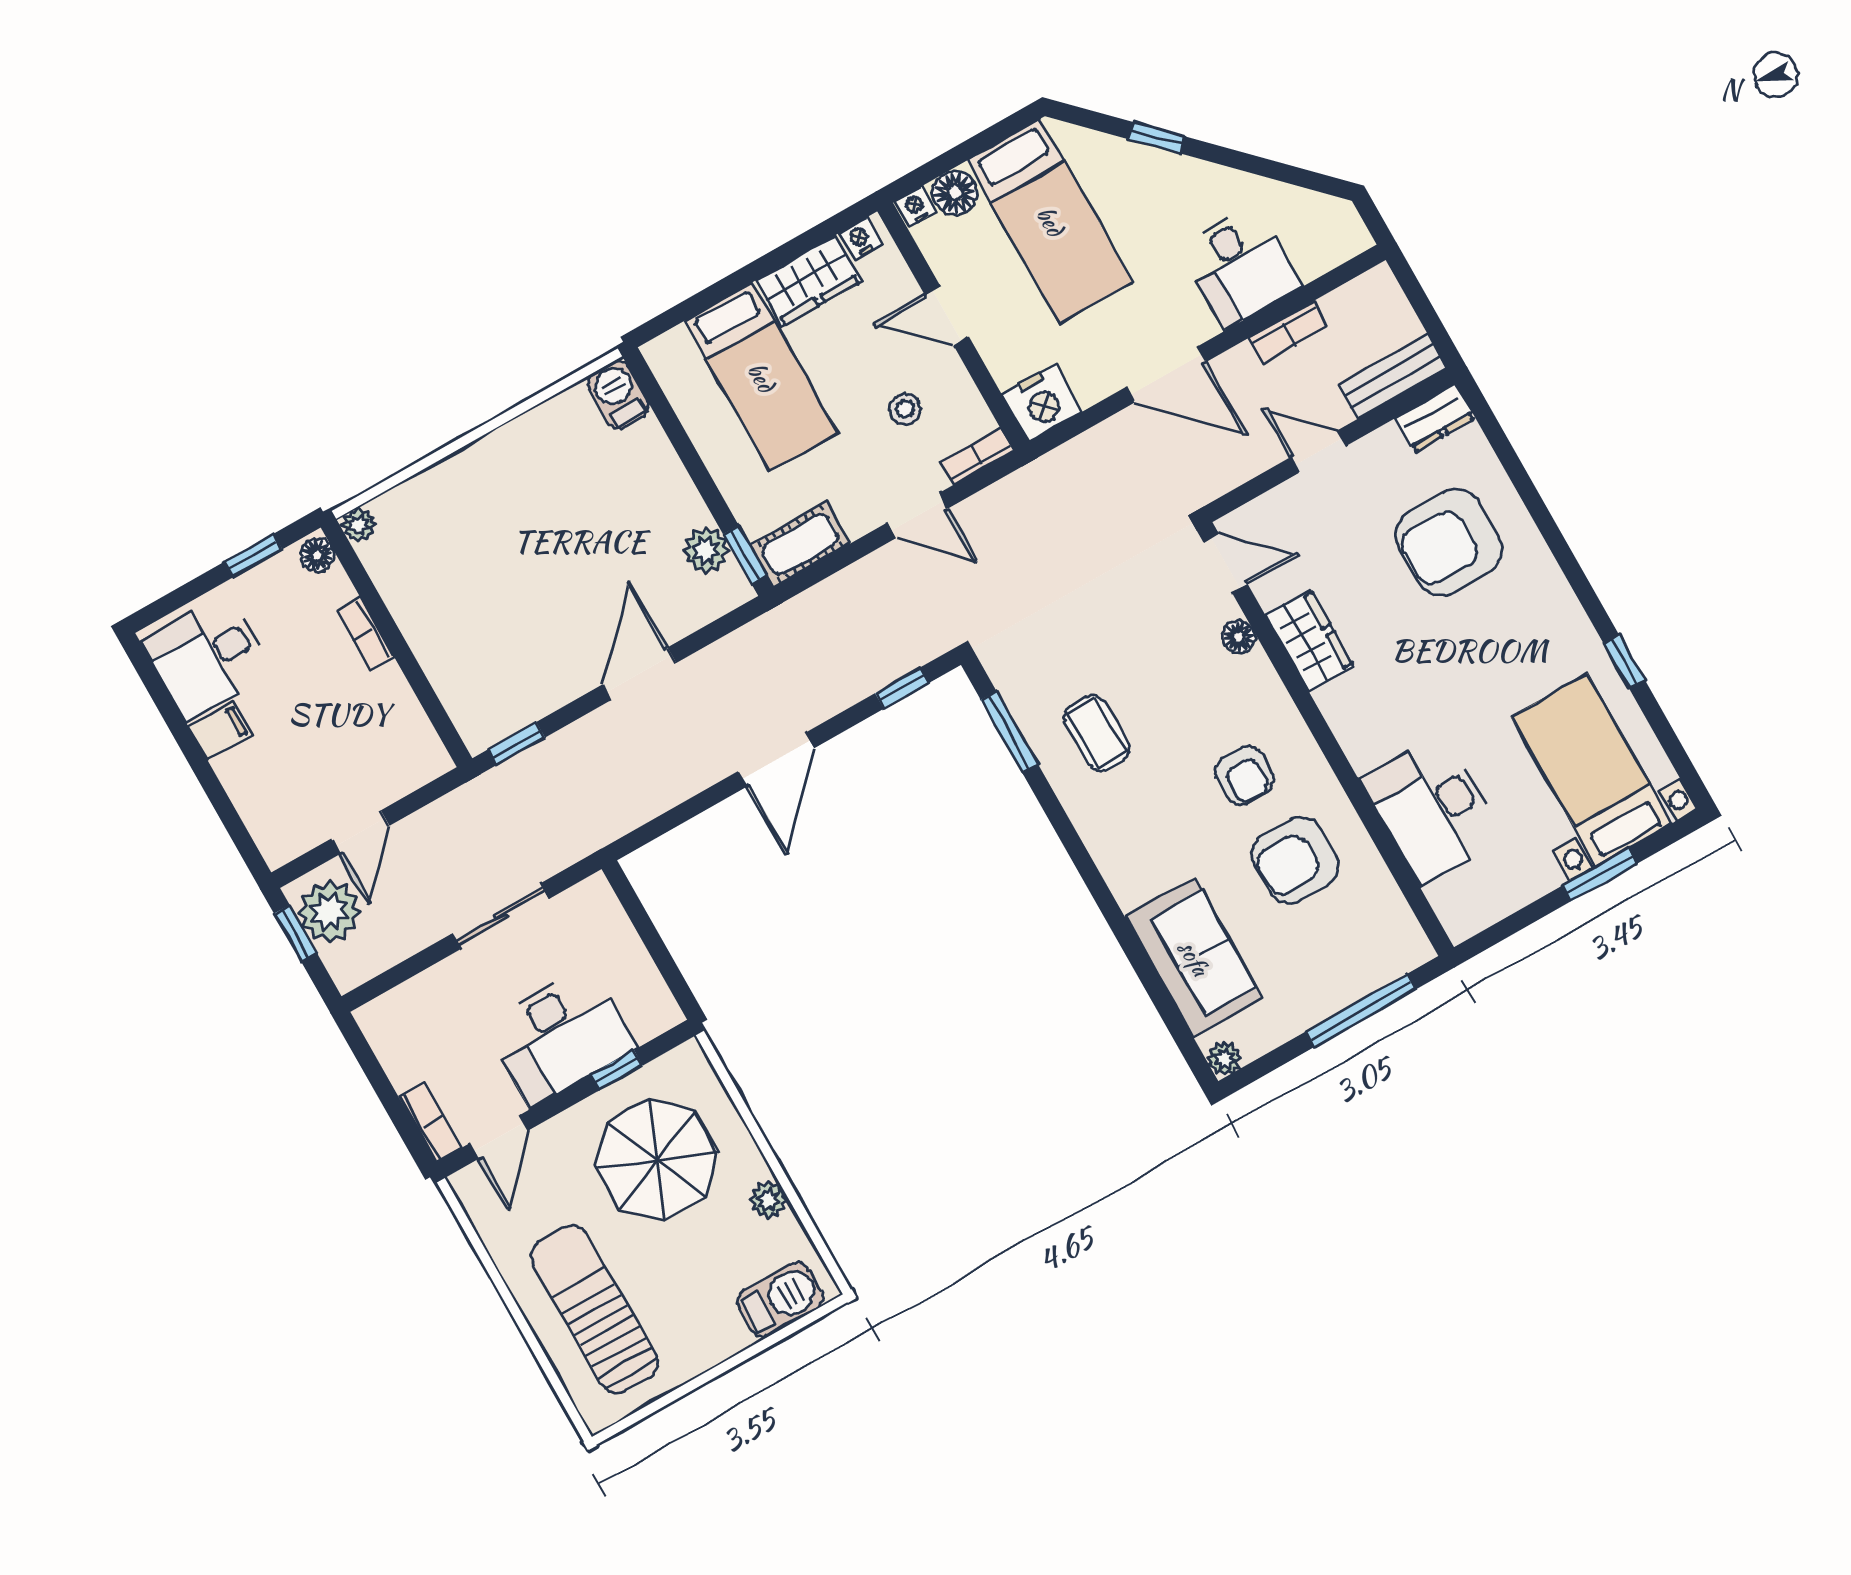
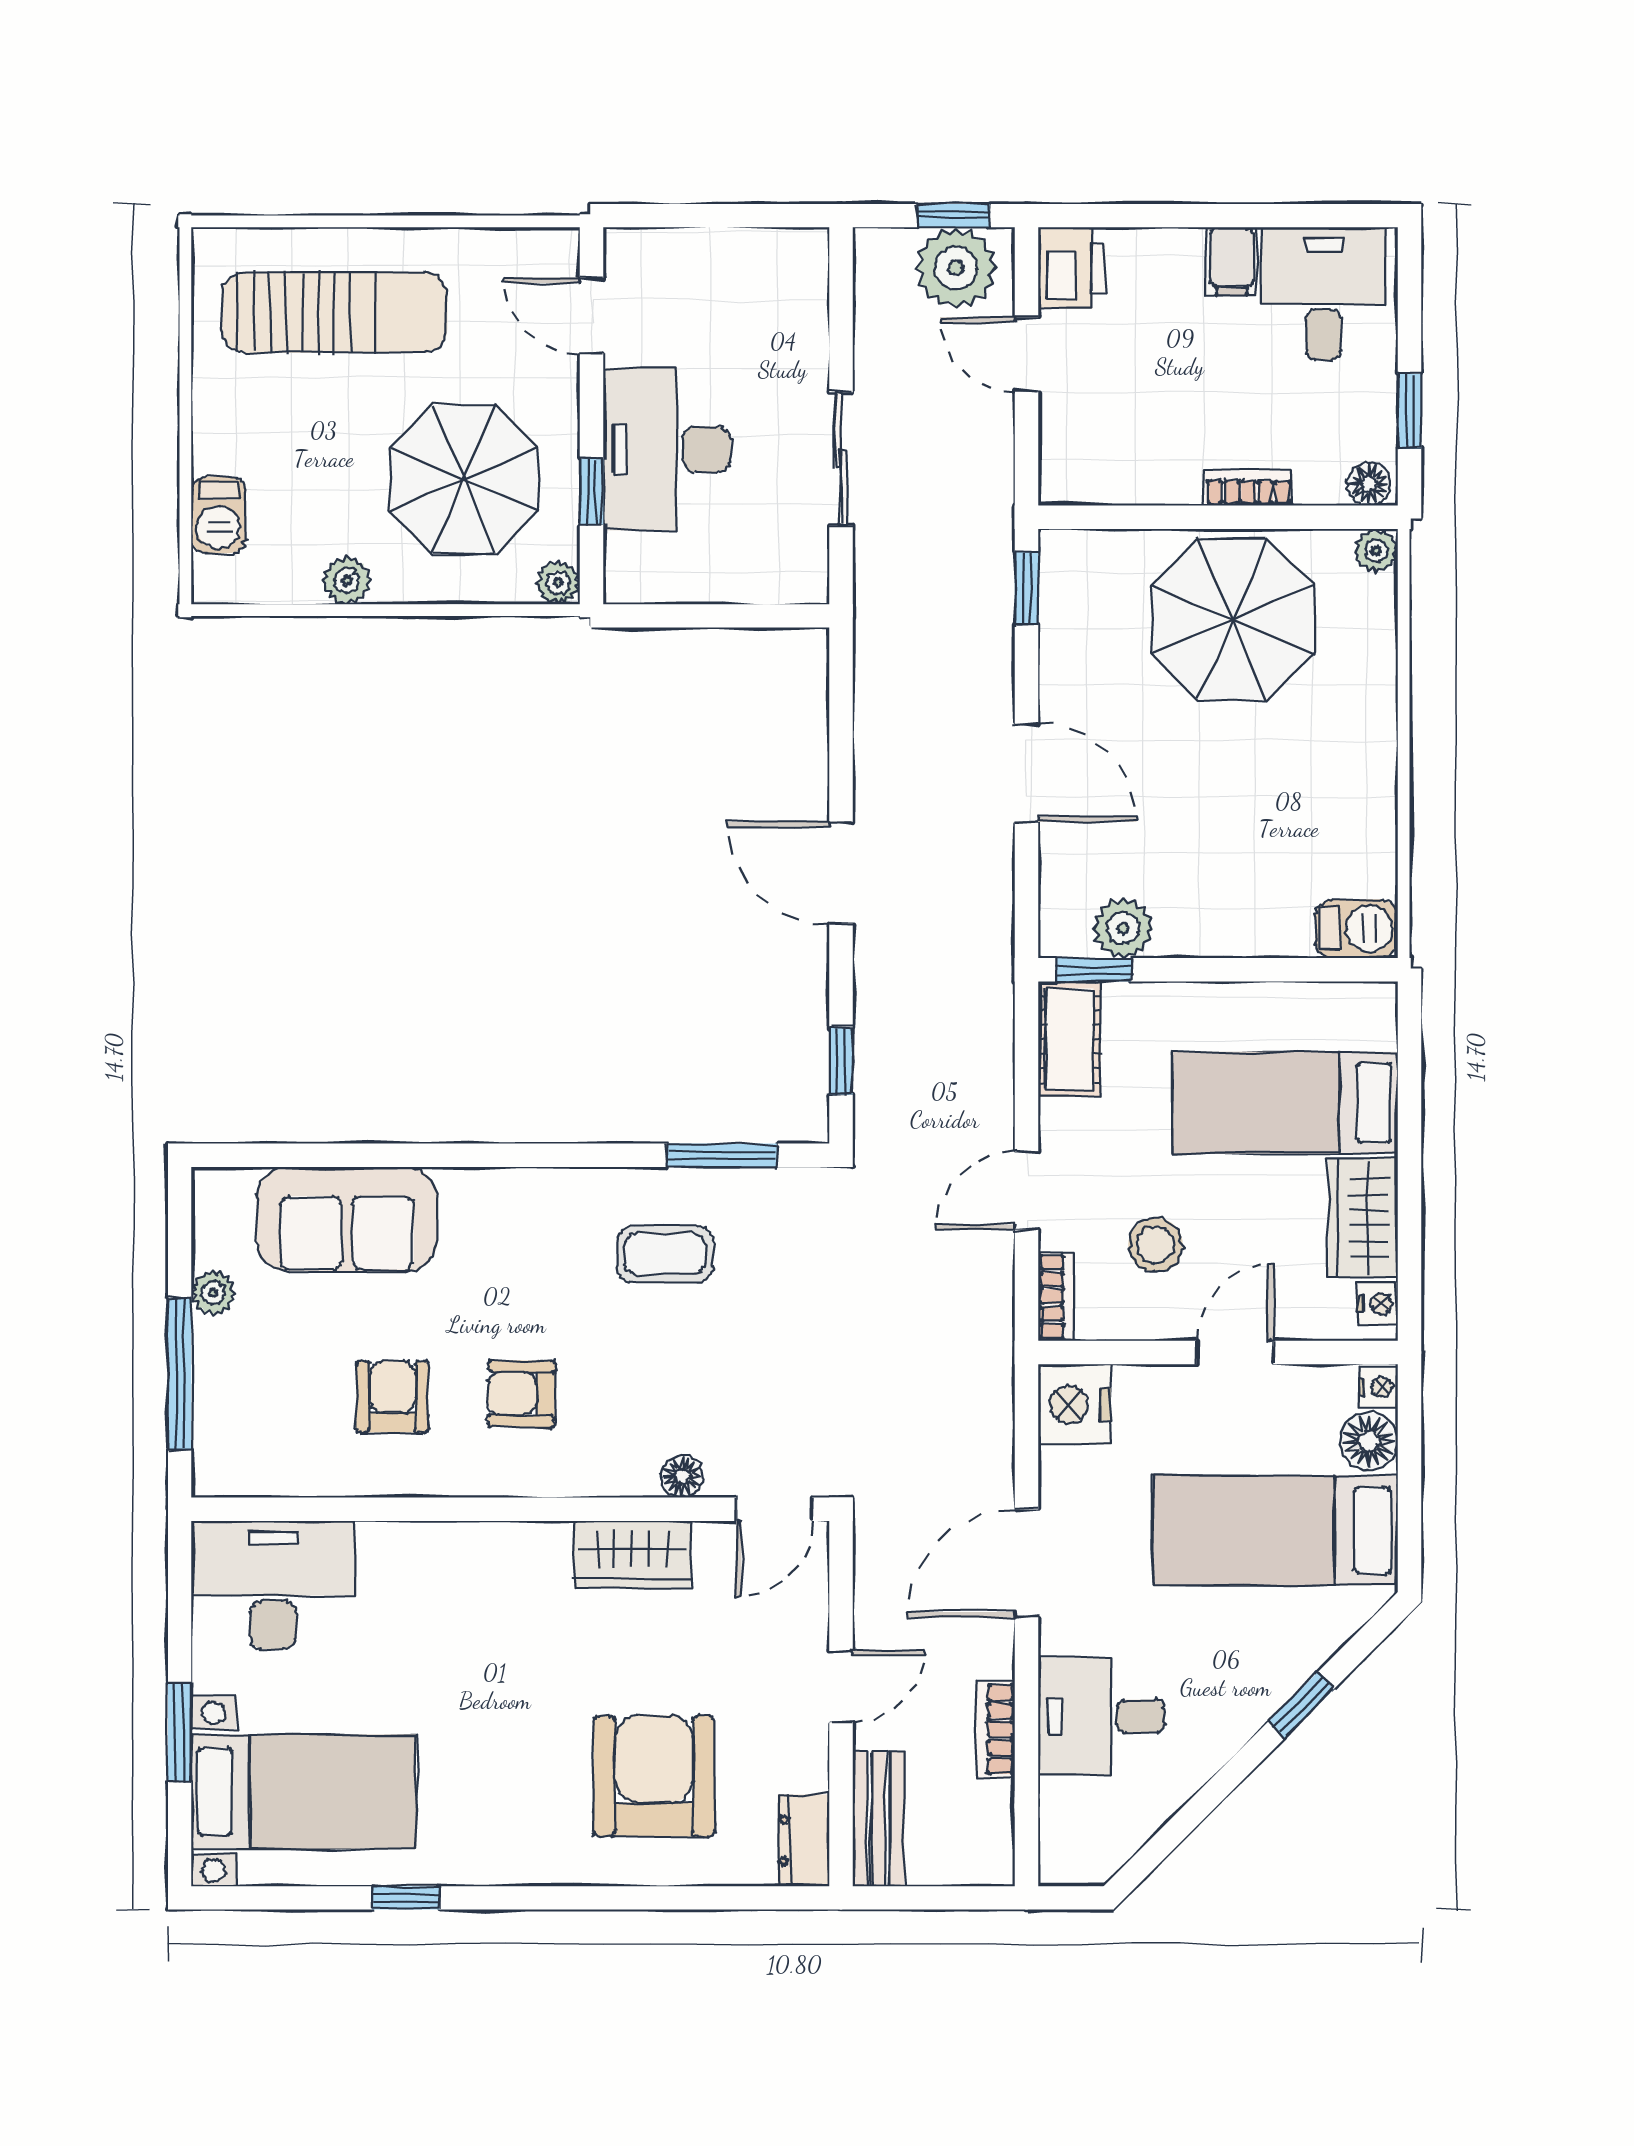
stool: (905, 409) -> (1156, 1245), width x1.37, depth x1.37
parasol: (459, 594) -> (1233, 620), added
desk: (1432, 809) -> (273, 1585), moved
printer: (286, 835) -> (1072, 268), added
armchair: (1295, 860) -> (392, 1397), width x0.72, depth x0.72
plant: (690, 1058) -> (558, 582), added
plant: (1224, 1058) -> (213, 1293), moved
bookcase: (430, 1123) -> (652, 247), removed
barbecue: (780, 1300) -> (218, 515), width x0.73, depth x0.79

